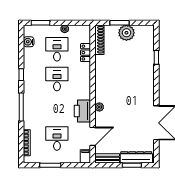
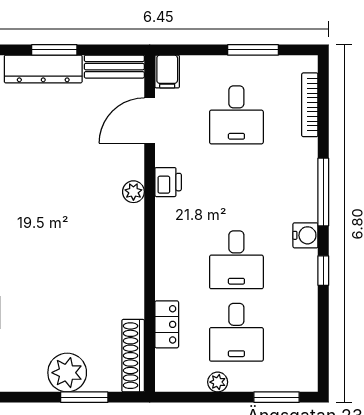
water cooler: (29, 42) -> (305, 235), moved
printer: (82, 111) -> (168, 182), width x0.53, depth x0.68

